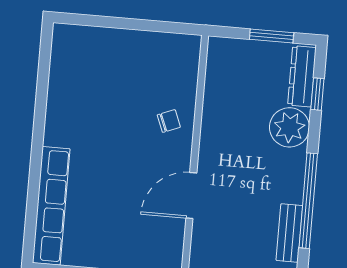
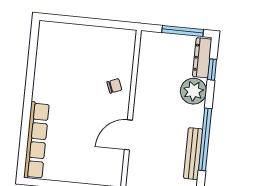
window: (272, 36) -> (183, 31), width x1.44
bench: (289, 233) -> (193, 154), width x1.36

